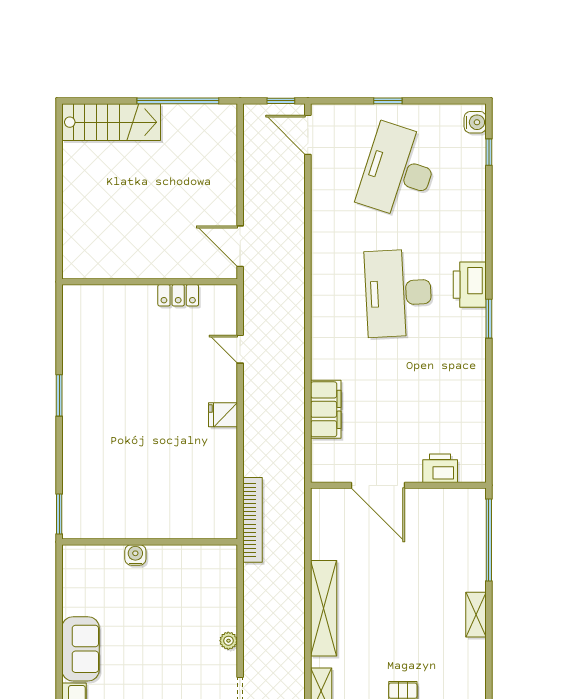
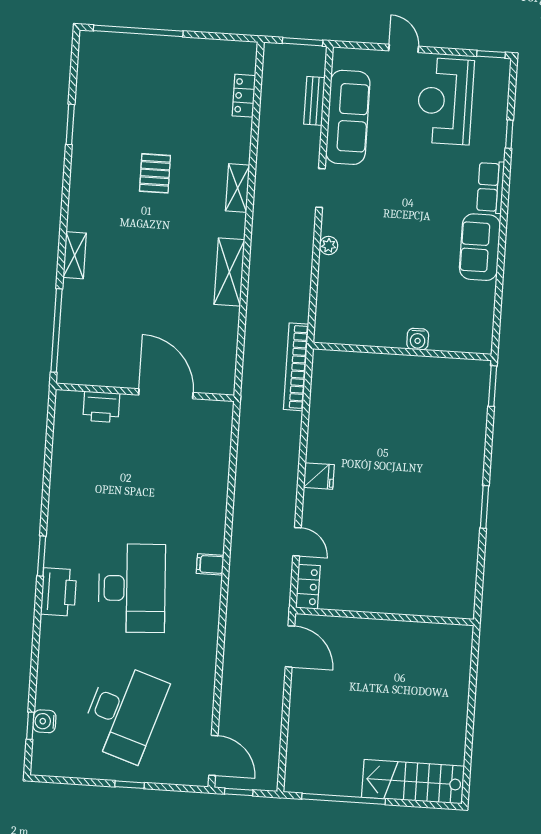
water cooler: (475, 122) -> (45, 721), moved
locker: (178, 295) -> (308, 587), moved, turned 90
filing cabinet: (326, 409) -> (210, 564), moved, width x0.33, depth x0.86
shelving: (324, 608) -> (229, 272), width x0.68

